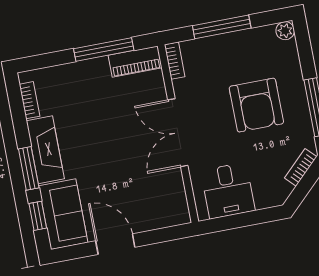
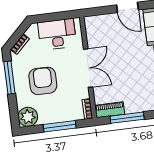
plant: (285, 31) -> (28, 117), width x1.87, depth x1.87
desk: (228, 191) -> (57, 34), width x1.37

